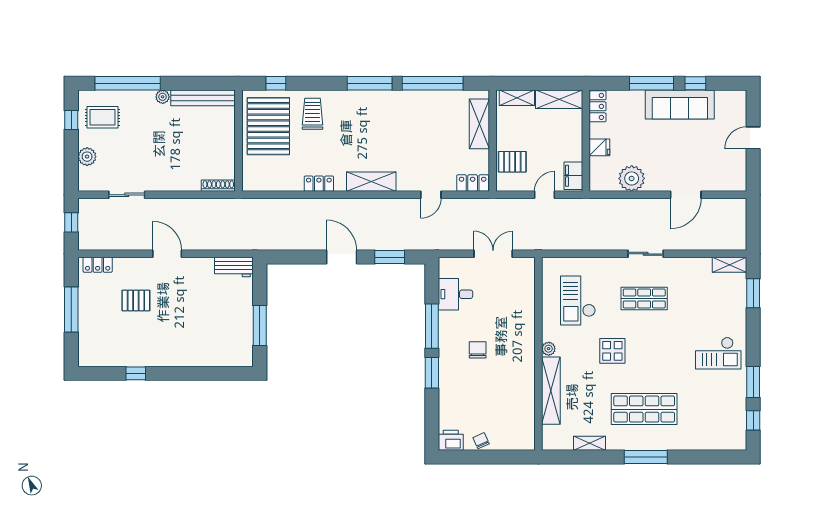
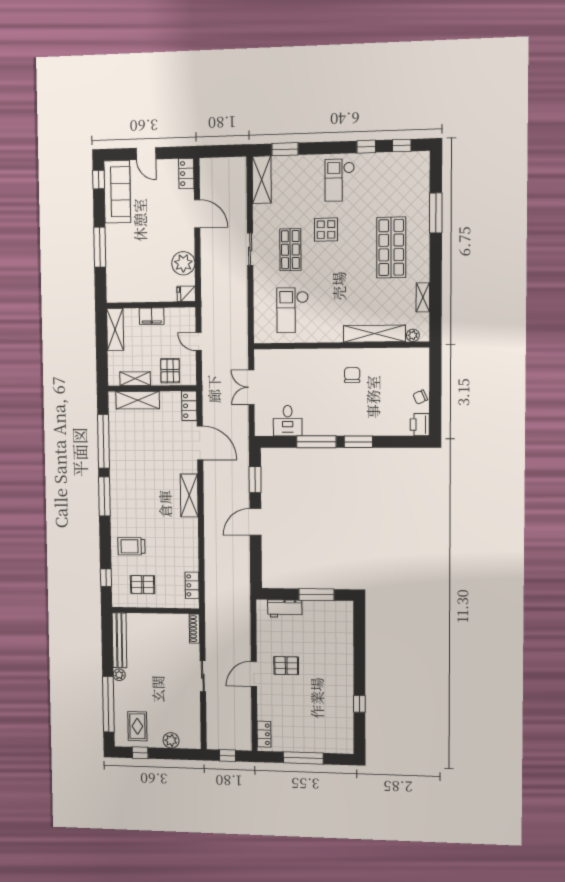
window: (695, 83) -> (99, 180), moved
shelving: (517, 98) -> (135, 379), moved, turned 90
sofa: (680, 104) -> (117, 192), moved
locker: (598, 106) -> (186, 173), moved, turned -90
pallet: (268, 126) -> (143, 585), width x0.49, depth x0.50
fridge: (599, 147) -> (186, 294), moved, turned -90
filing cabinet: (573, 176) -> (152, 316), moved
locker: (319, 184) -> (192, 585), moved
sliding door: (127, 195) -> (203, 676), moved
door: (431, 195) -> (200, 443), width x1.88
shelving: (730, 265) -> (262, 180), width x1.50, depth x1.33
workbench: (234, 267) -> (285, 609), moved, turned 90
checkout: (578, 300) -> (293, 310), turned 90
pallet: (136, 301) -> (286, 666), moved, turned 90
plant: (549, 349) -> (413, 335), moved
chair: (478, 350) -> (352, 375), moved, turned 90
display table: (612, 351) -> (326, 230), moved
checkout: (718, 353) -> (340, 180), turned 180
window: (753, 382) -> (366, 147), width x0.67
window: (646, 457) -> (436, 213), moved

